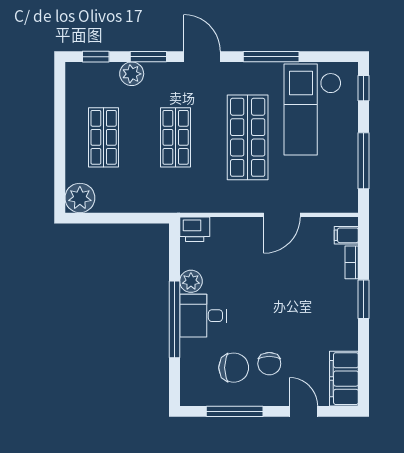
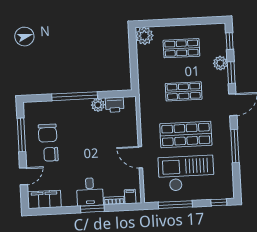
checkout: (312, 110) -> (186, 173), moved
printer: (195, 229) -> (115, 105), moved, turned -90
desk: (203, 316) -> (90, 192), moved, turned 180

